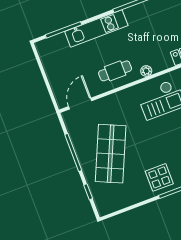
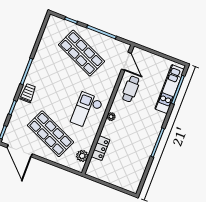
kitchen unit: (96, 29) -> (169, 89), moved
cafe table: (115, 71) -> (131, 89), moved
display table: (159, 177) -> (42, 69), removed

